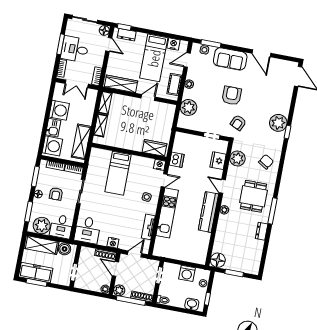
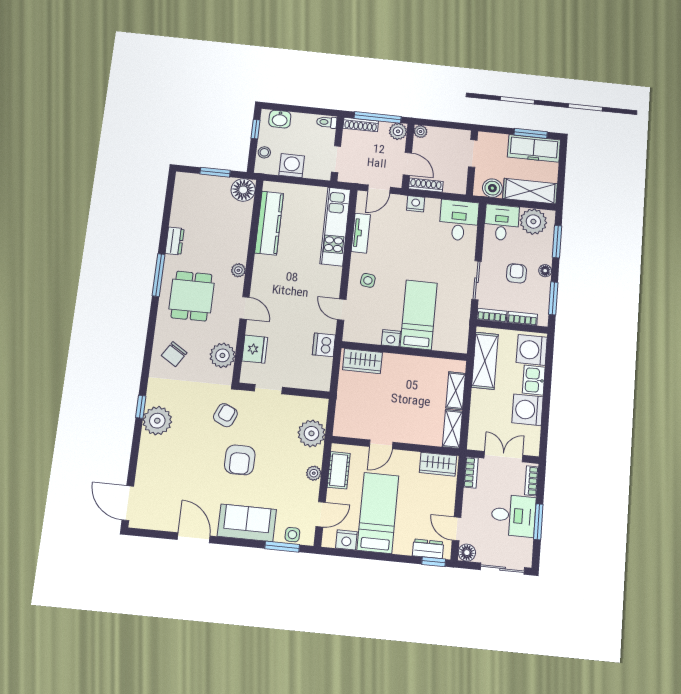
wardrobe: (121, 84) -> (438, 464), width x0.67
nightstand: (160, 165) -> (391, 338), moved
door: (164, 180) -> (342, 310), hinge flipped
kitchen counter: (208, 212) -> (269, 223), moved
kitchen unit: (167, 213) -> (335, 227), moved

